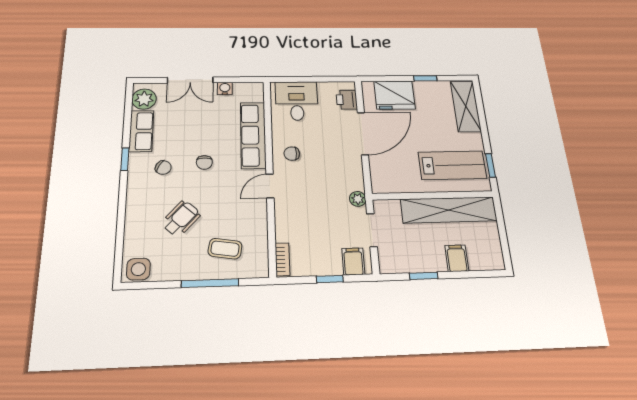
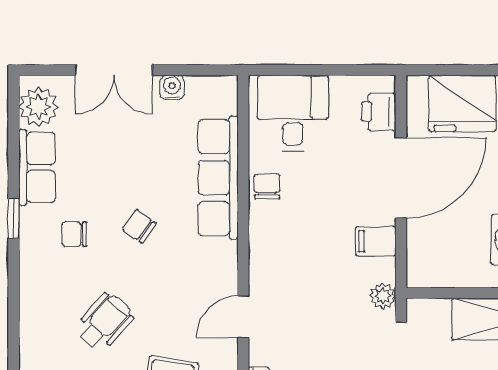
chair: (292, 154) -> (267, 186), moved, turned 90
chair: (204, 162) -> (139, 226), turned 126
chair: (163, 168) -> (74, 234), turned 150
filing cabinet: (351, 168) -> (376, 241), added
door: (270, 186) -> (243, 317), moved

